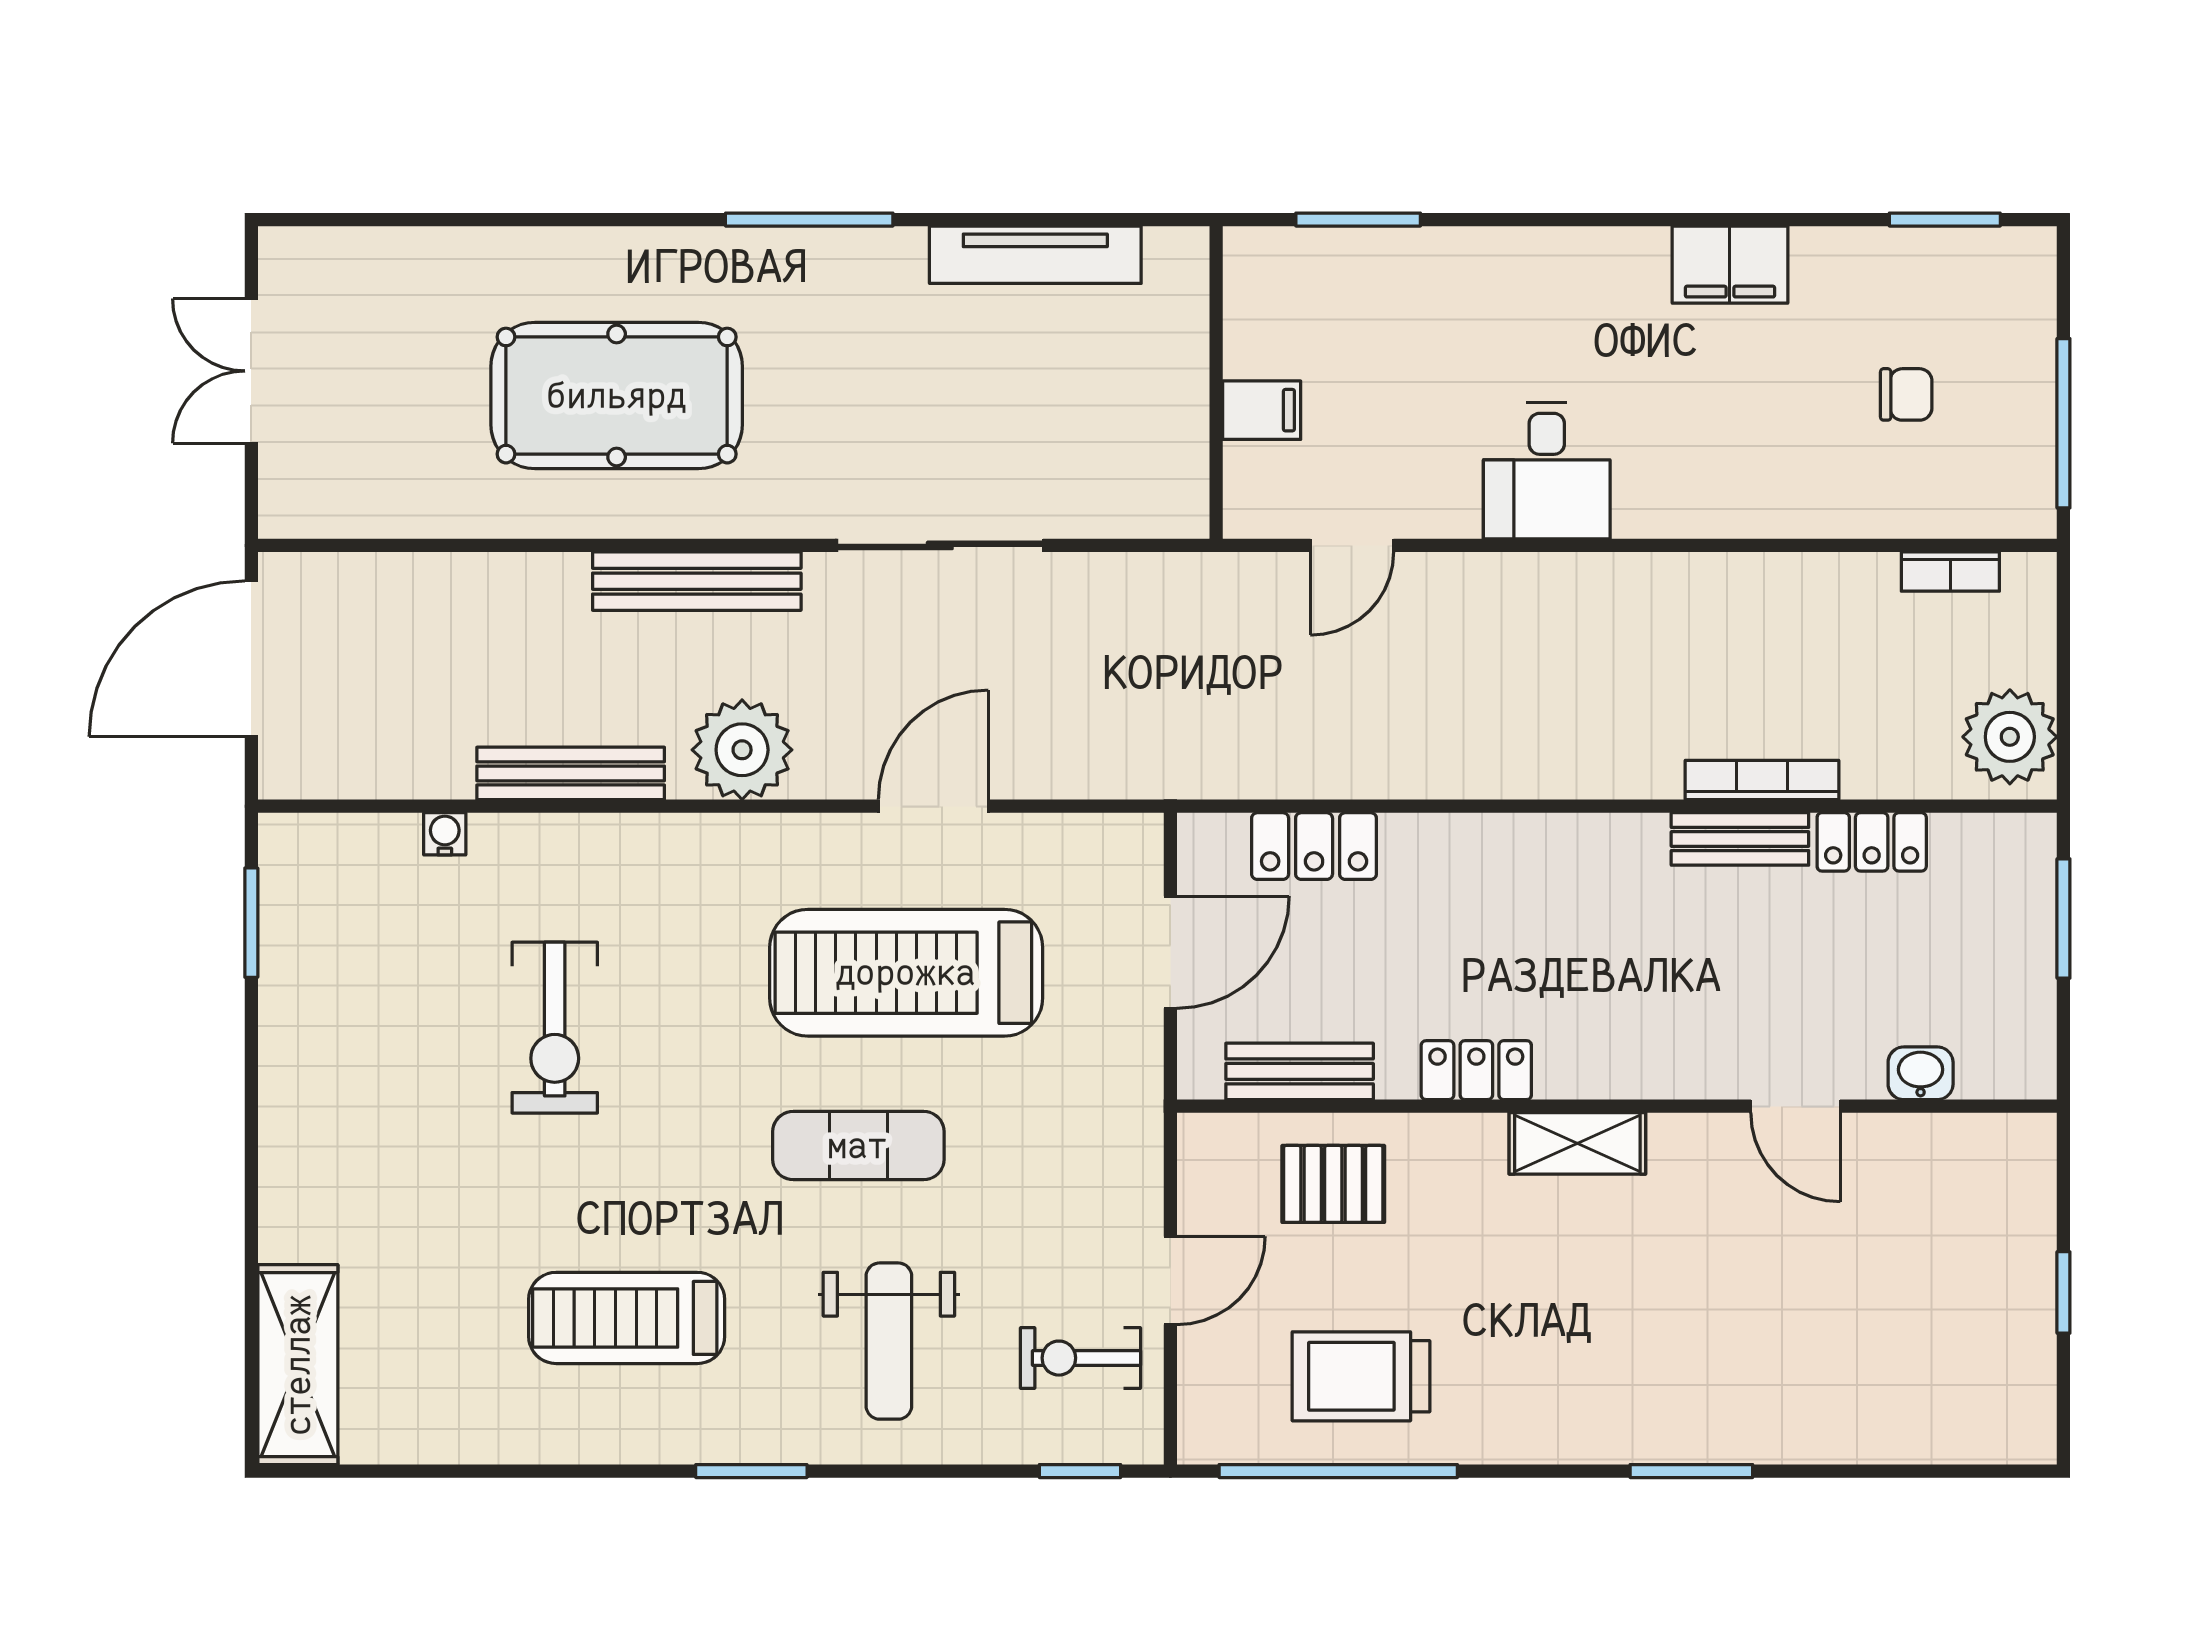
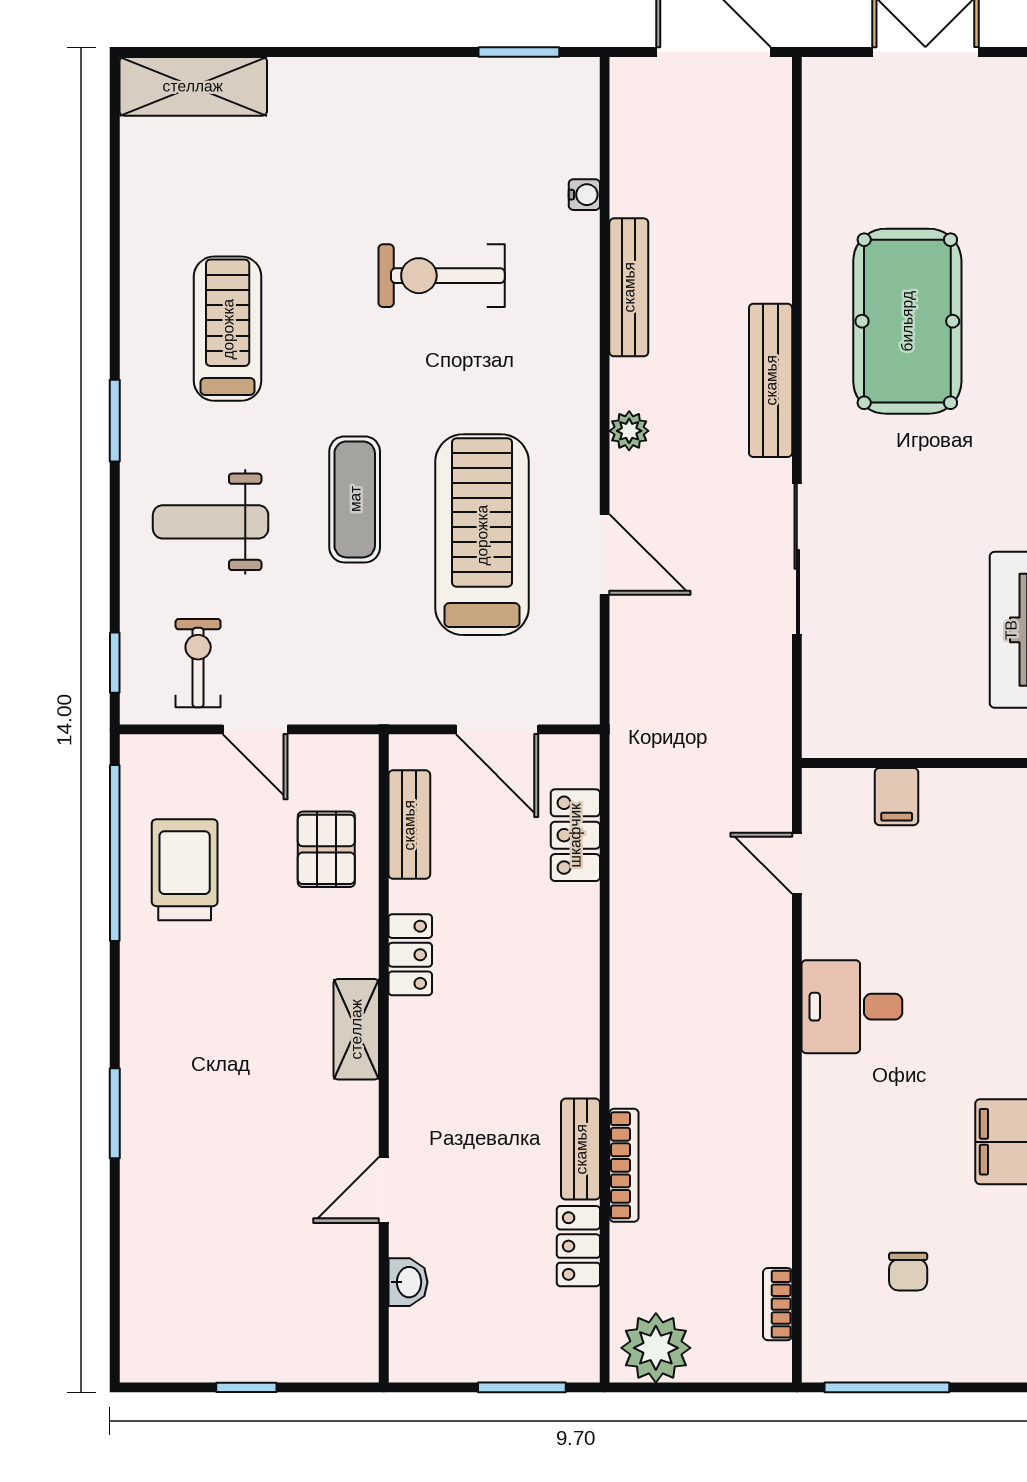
plant: (742, 750) -> (629, 431), width x0.53, depth x0.53

